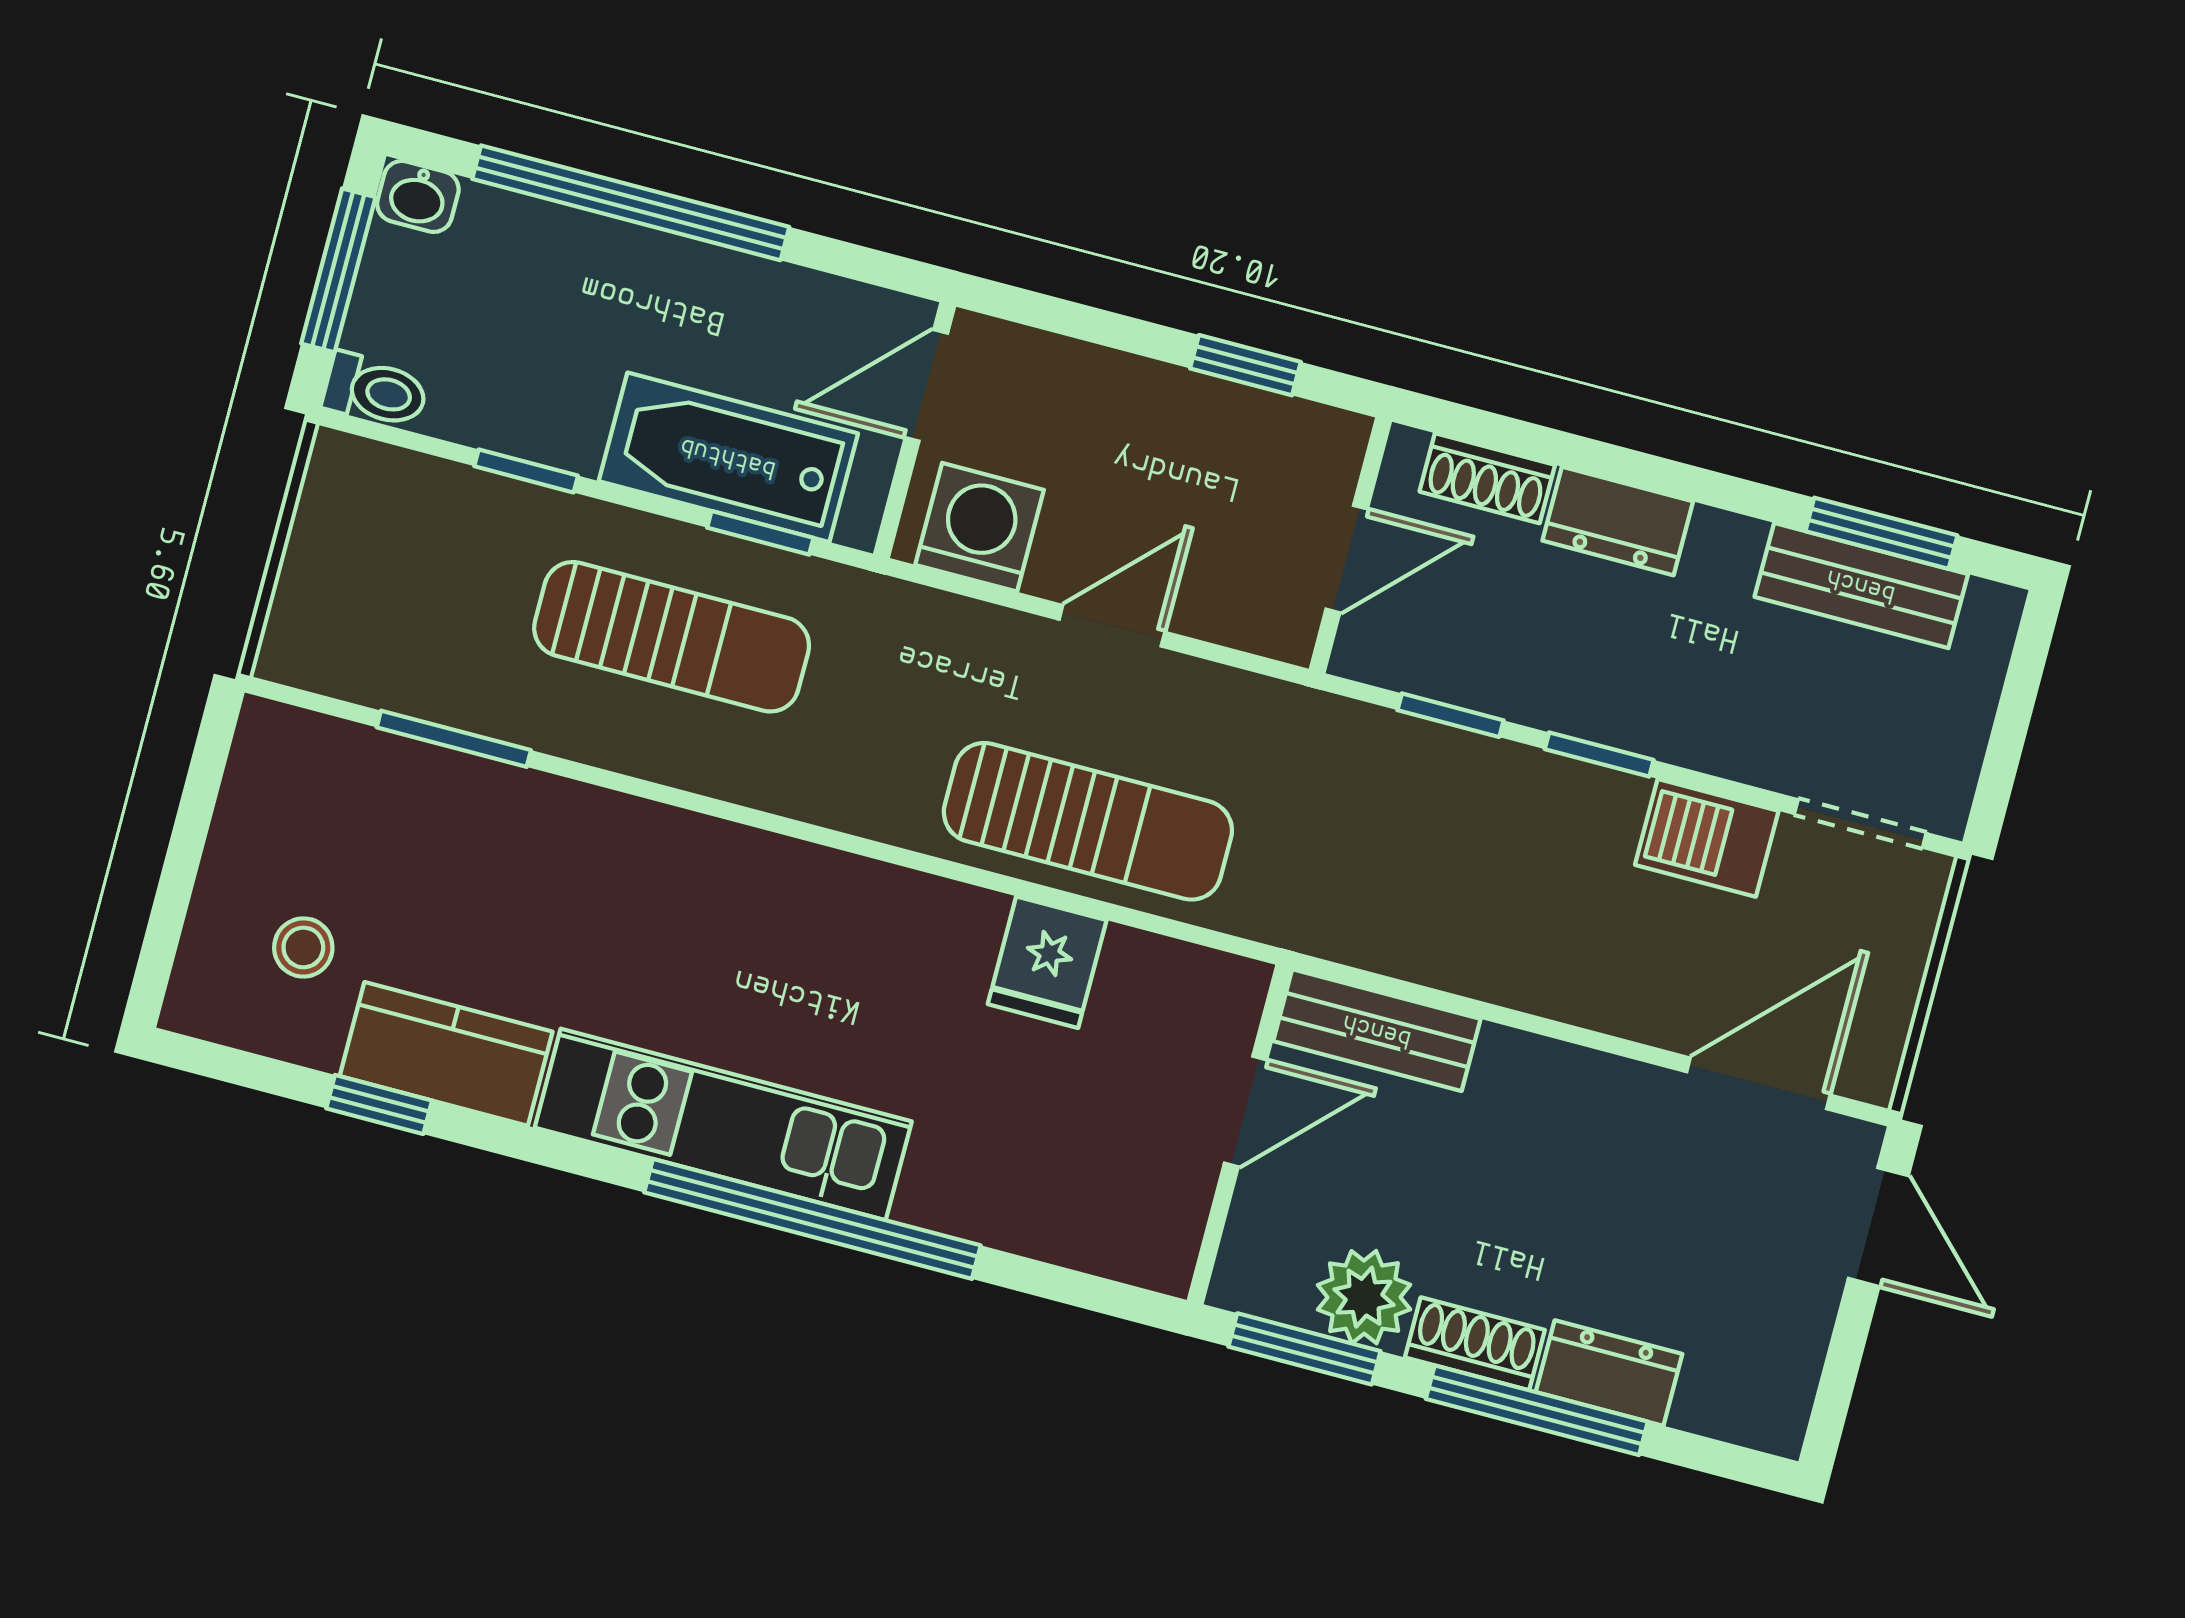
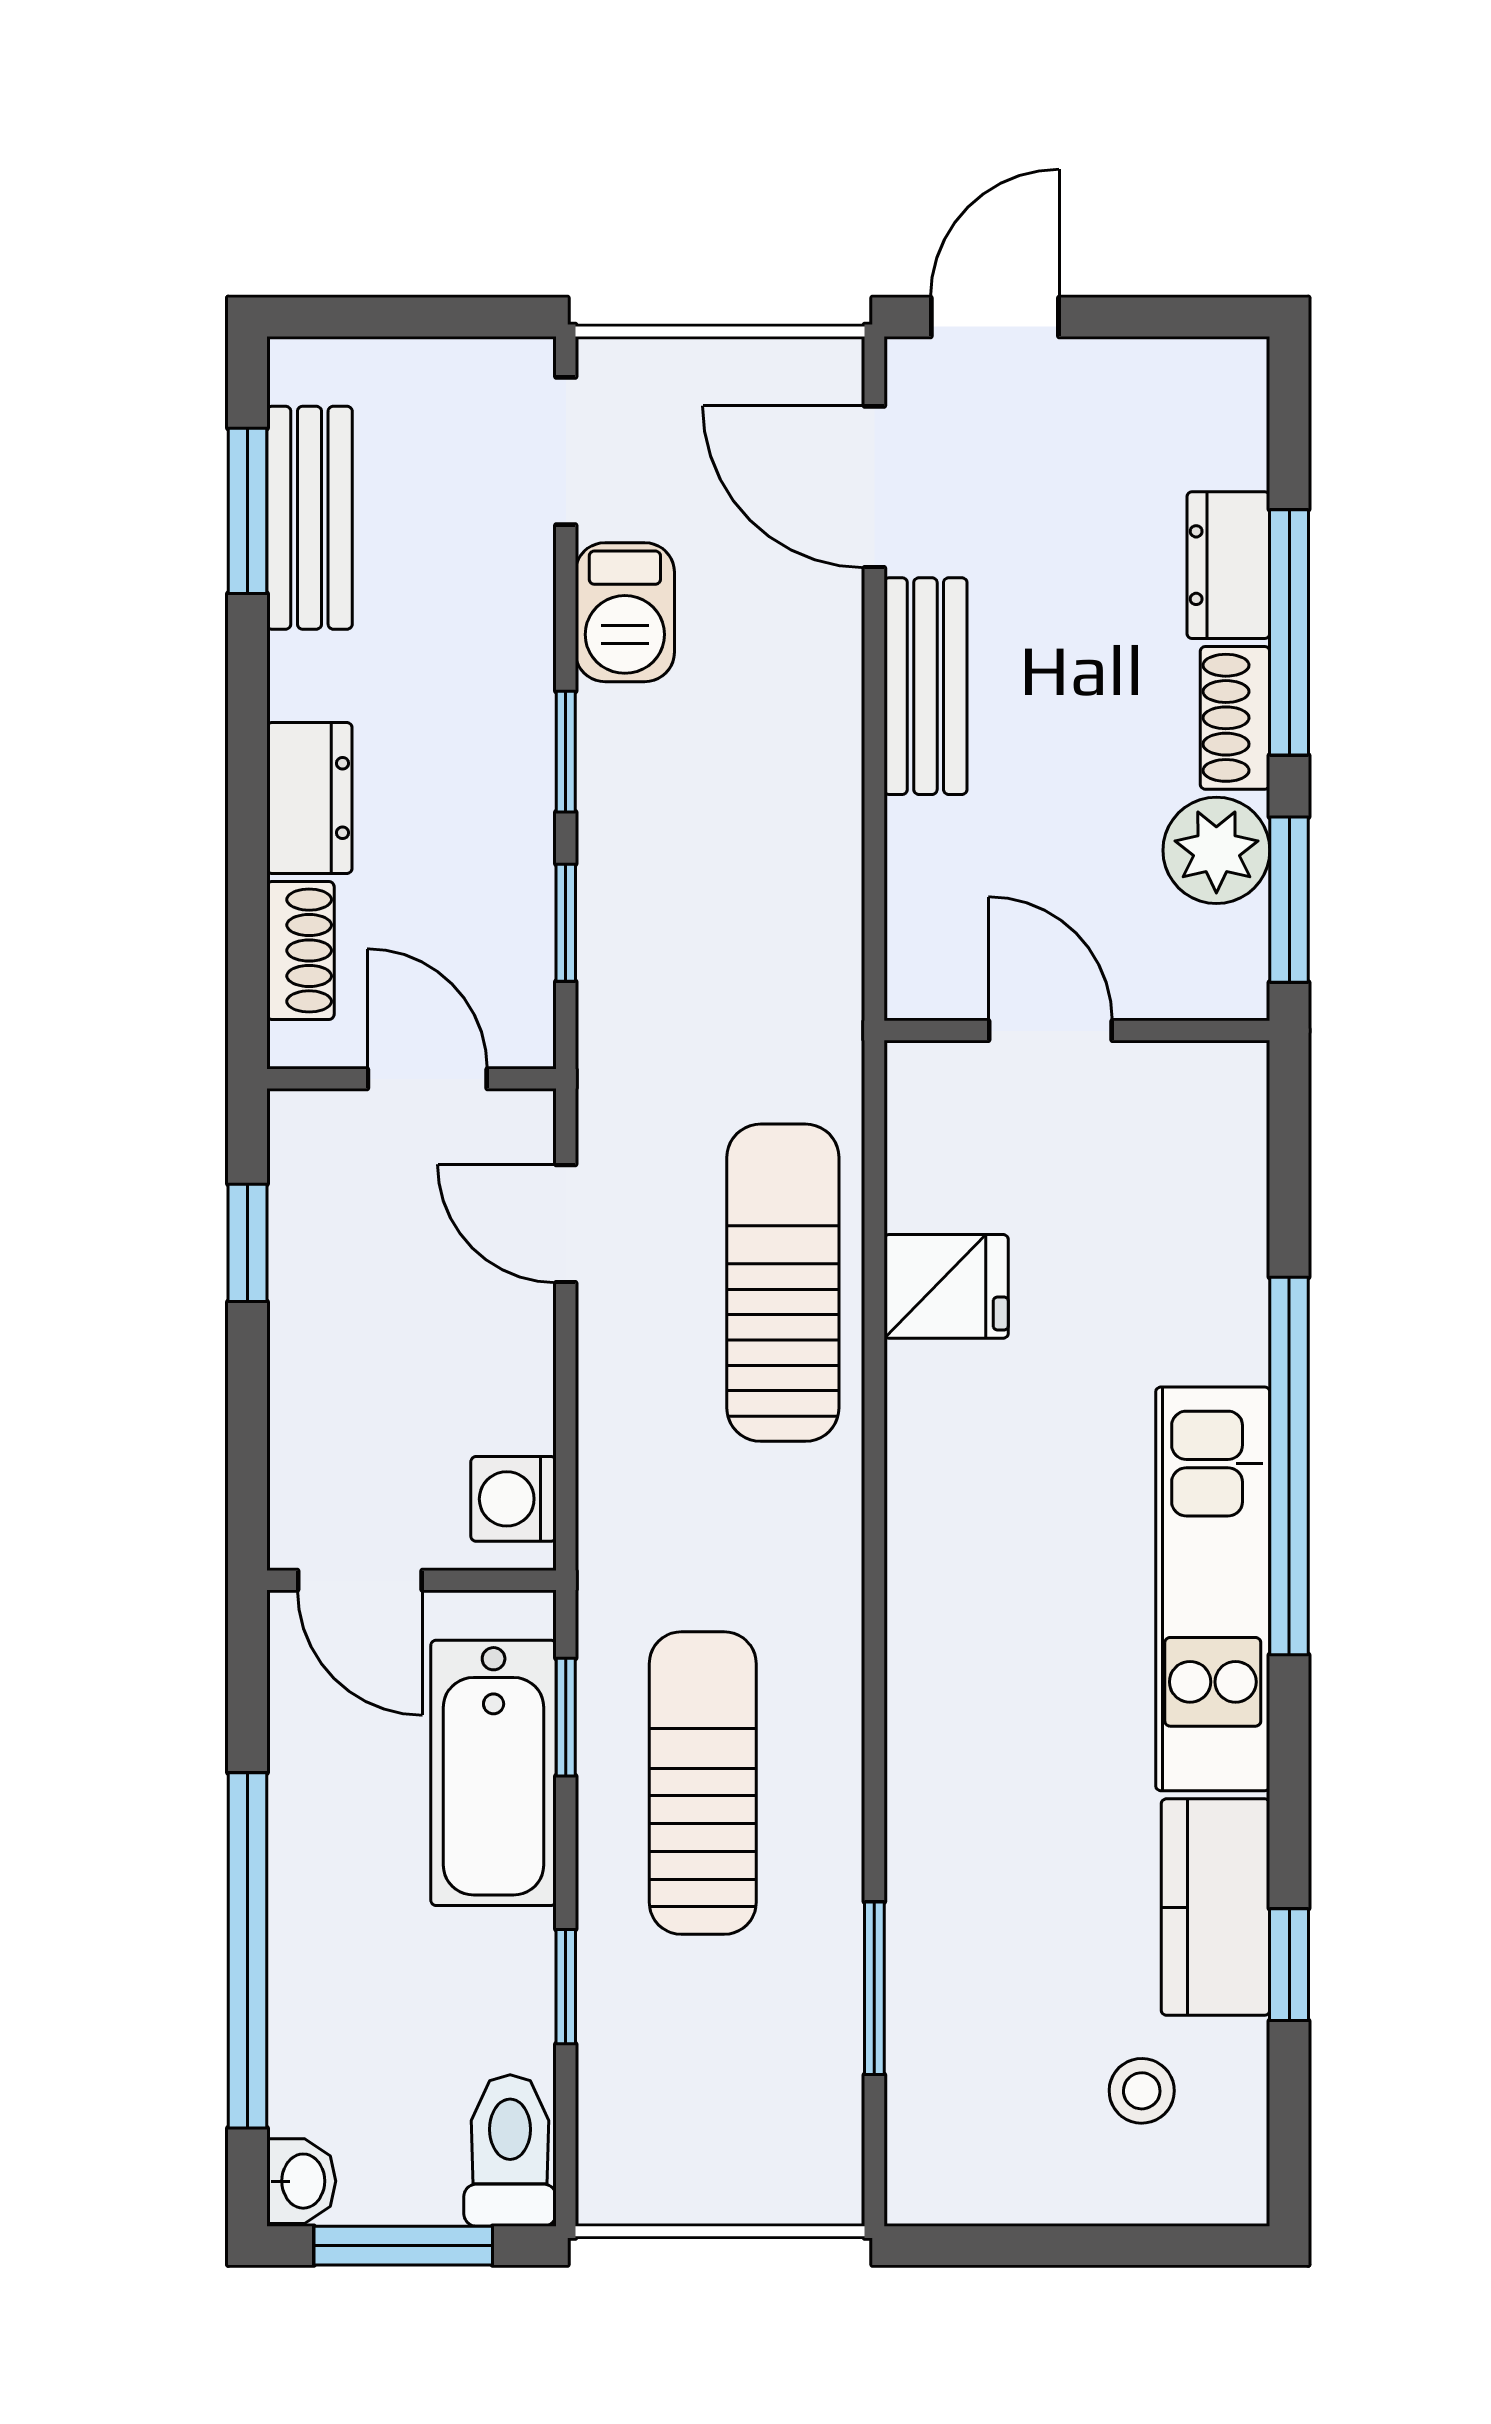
toilet: (375, 391) -> (510, 2151), width x1.37, depth x1.39
washing machine: (980, 527) -> (514, 1499), width x0.73, depth x0.73
door: (1112, 626) -> (566, 1224), moved
bench: (1377, 1030) -> (925, 686), moved

